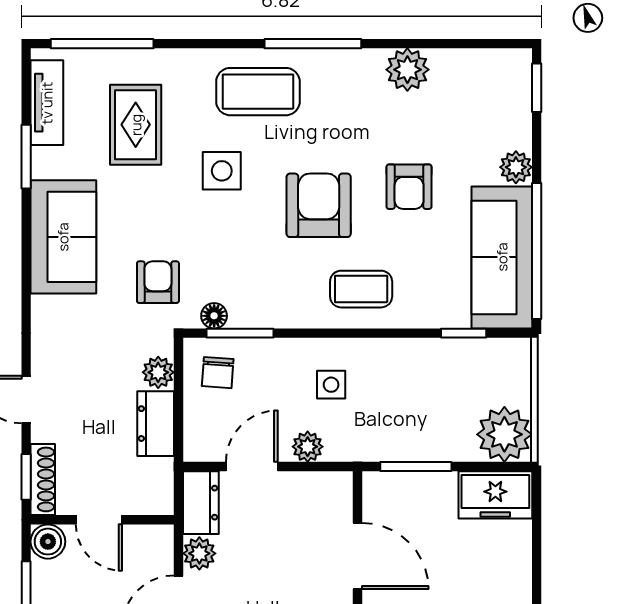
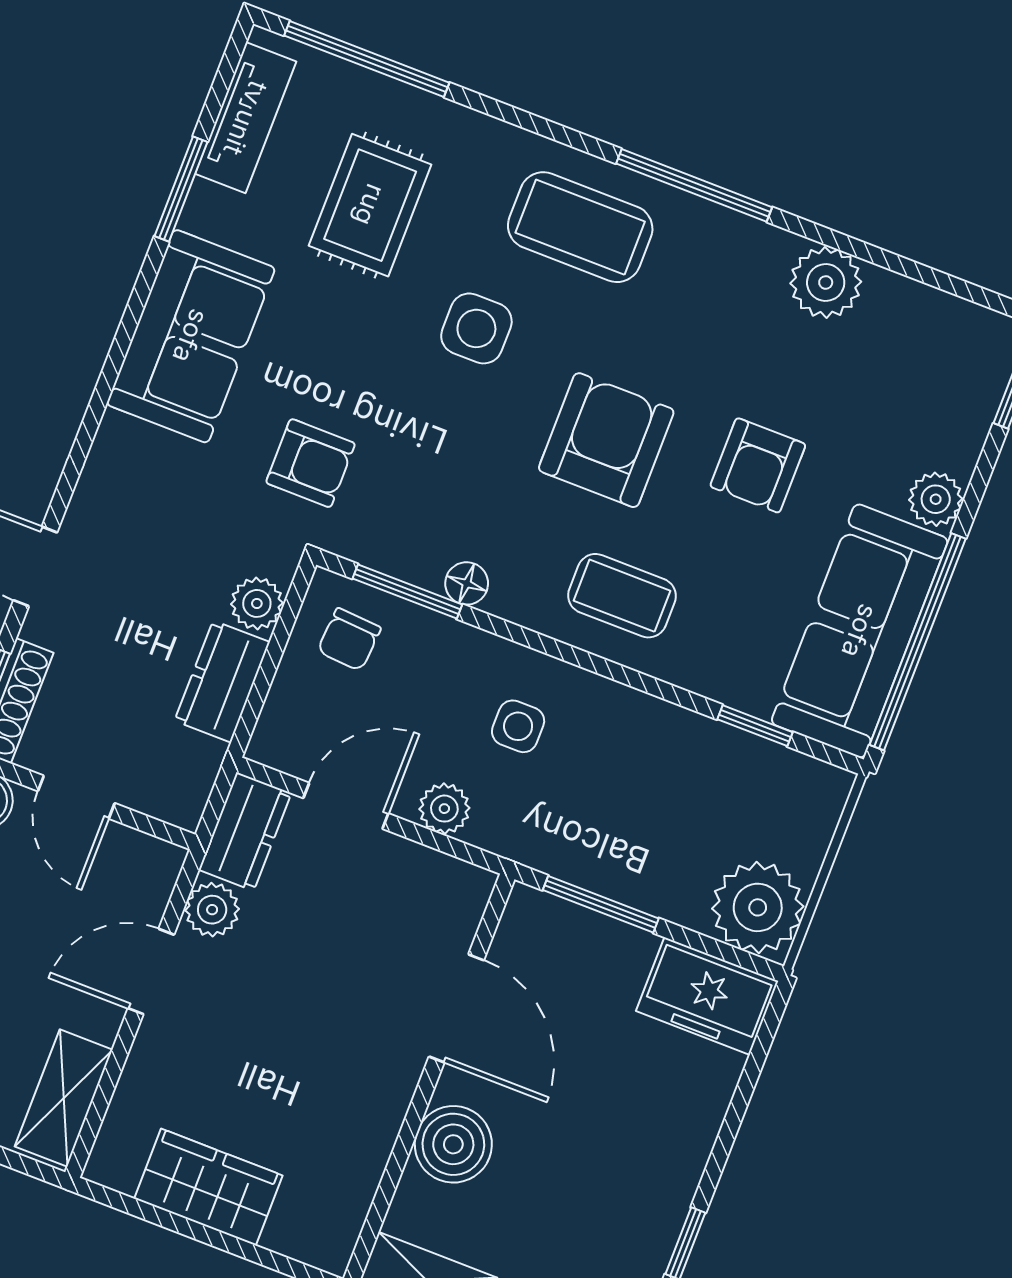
armchair: (158, 282) -> (311, 463), turned 90
floor lamp: (214, 316) -> (467, 583), moved

